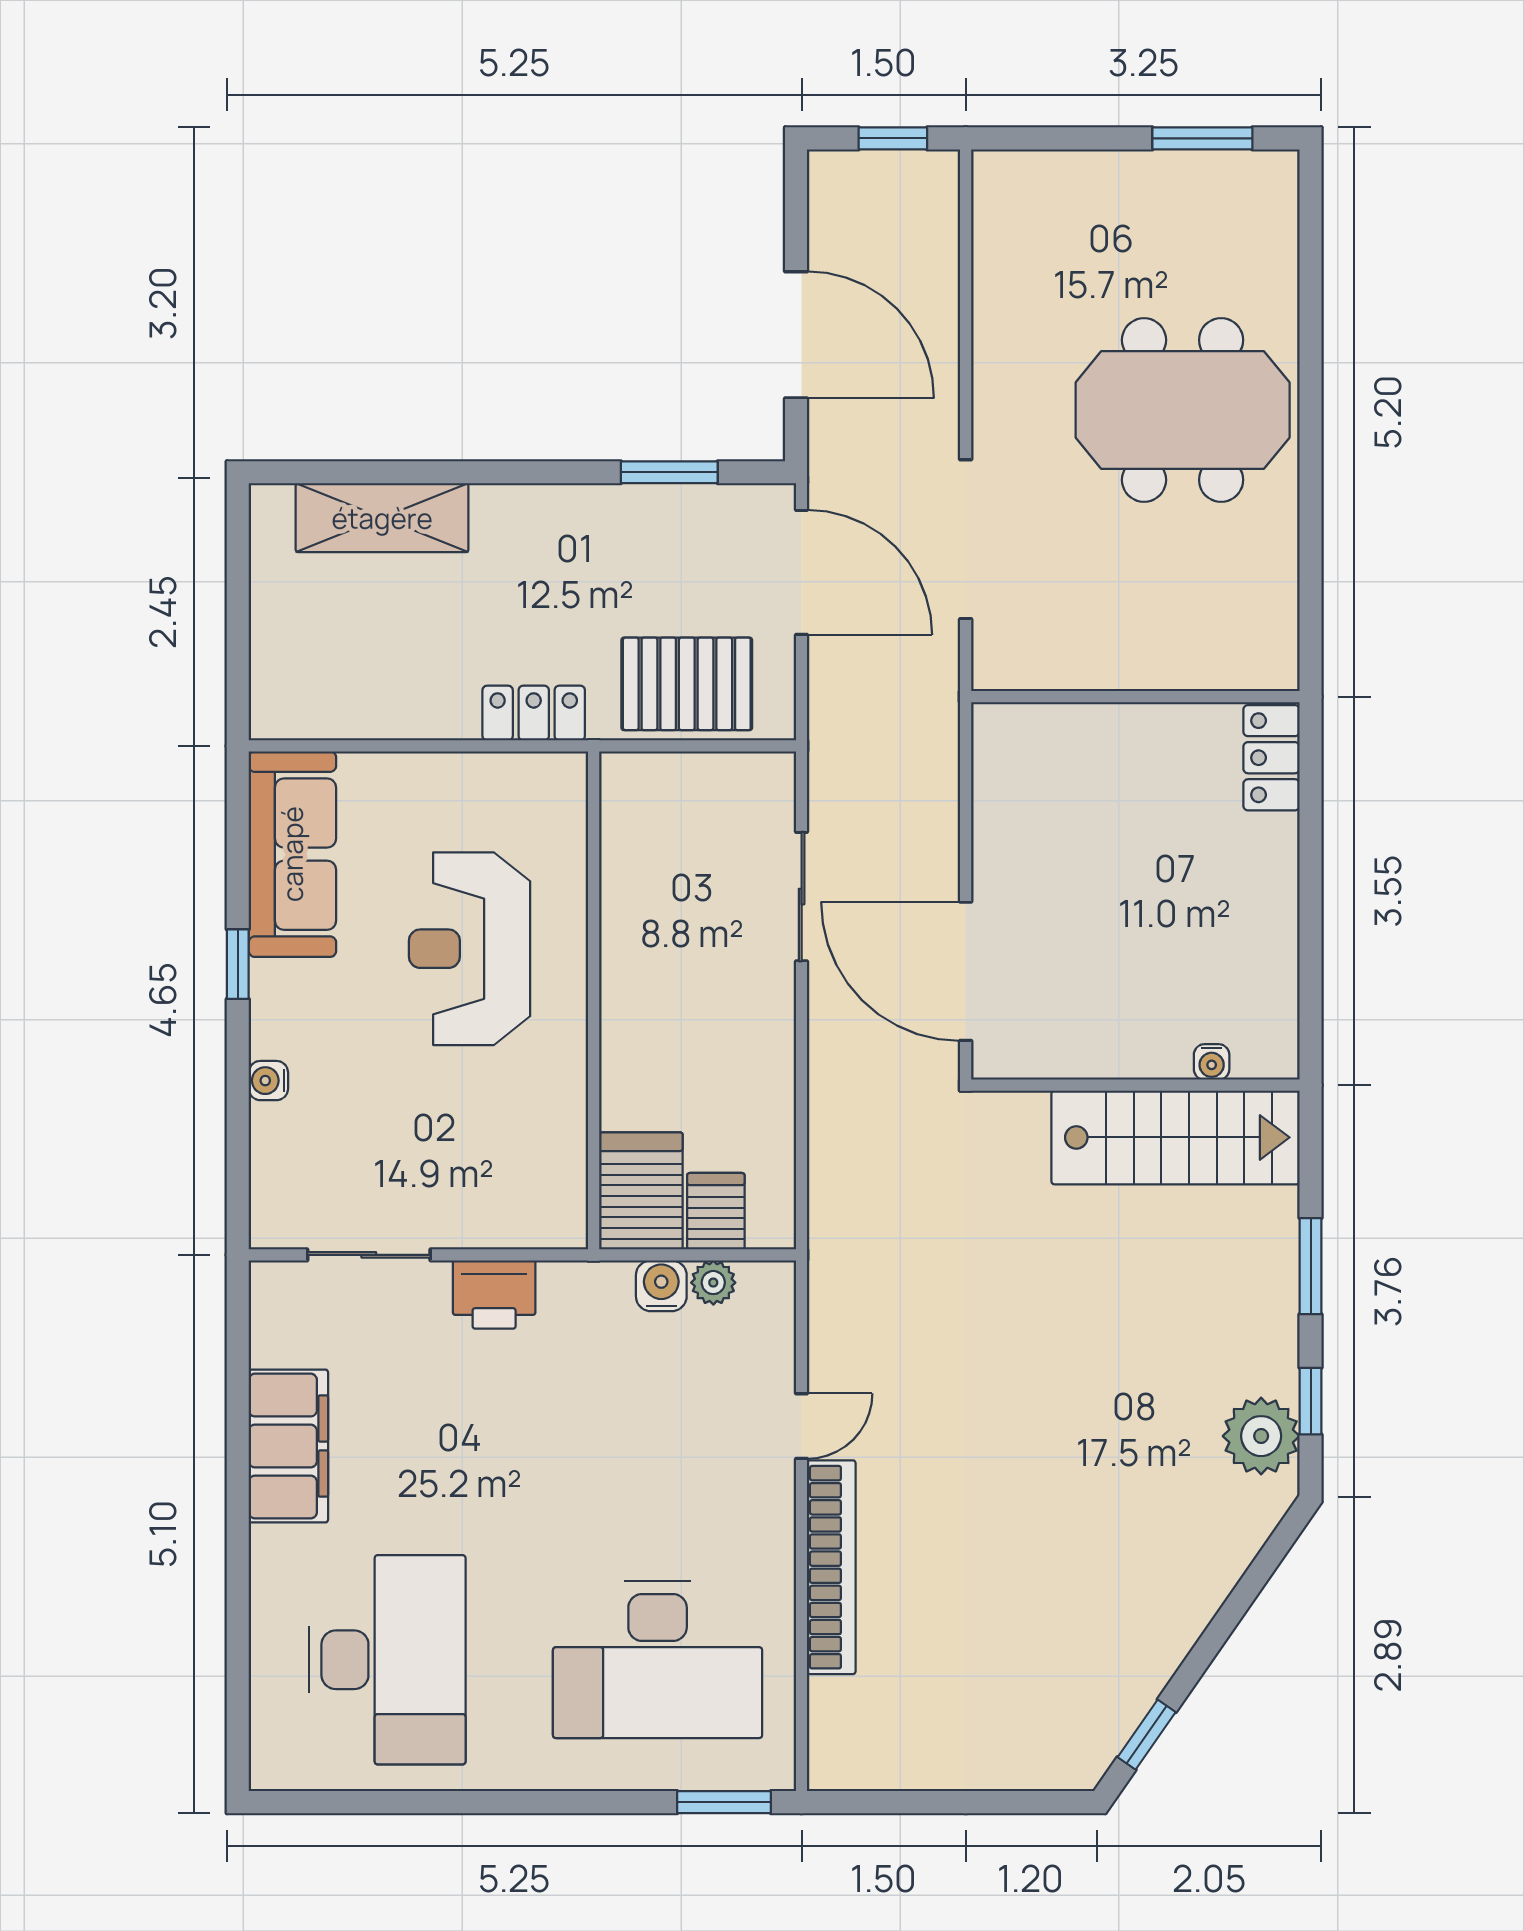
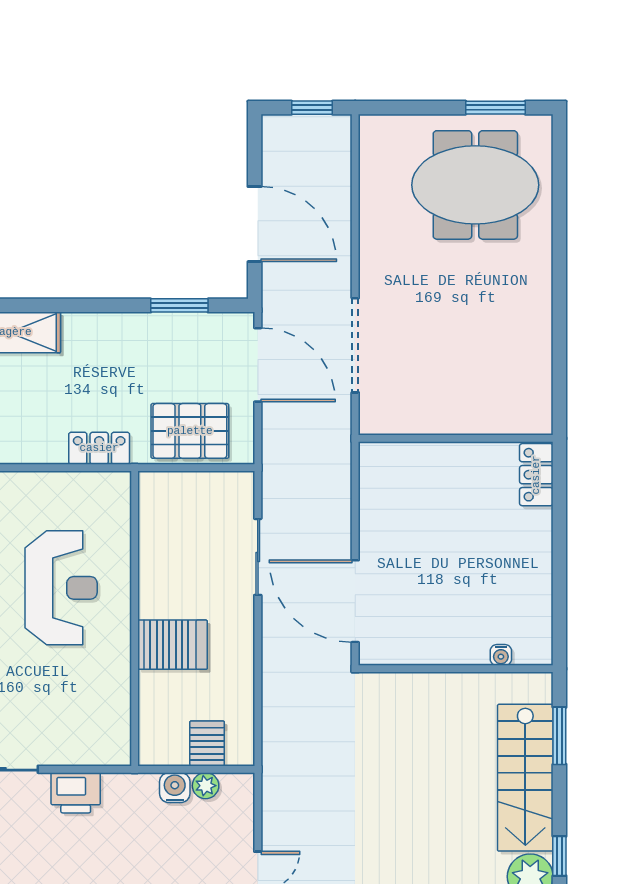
meeting table: (1183, 410) -> (475, 185), moved
reception desk: (470, 949) -> (61, 588), turned 180
stairs: (1176, 1137) -> (525, 778), moved, turned 90
server rack: (641, 1191) -> (173, 645), moved, turned 90
window: (1311, 1266) -> (559, 736), moved

